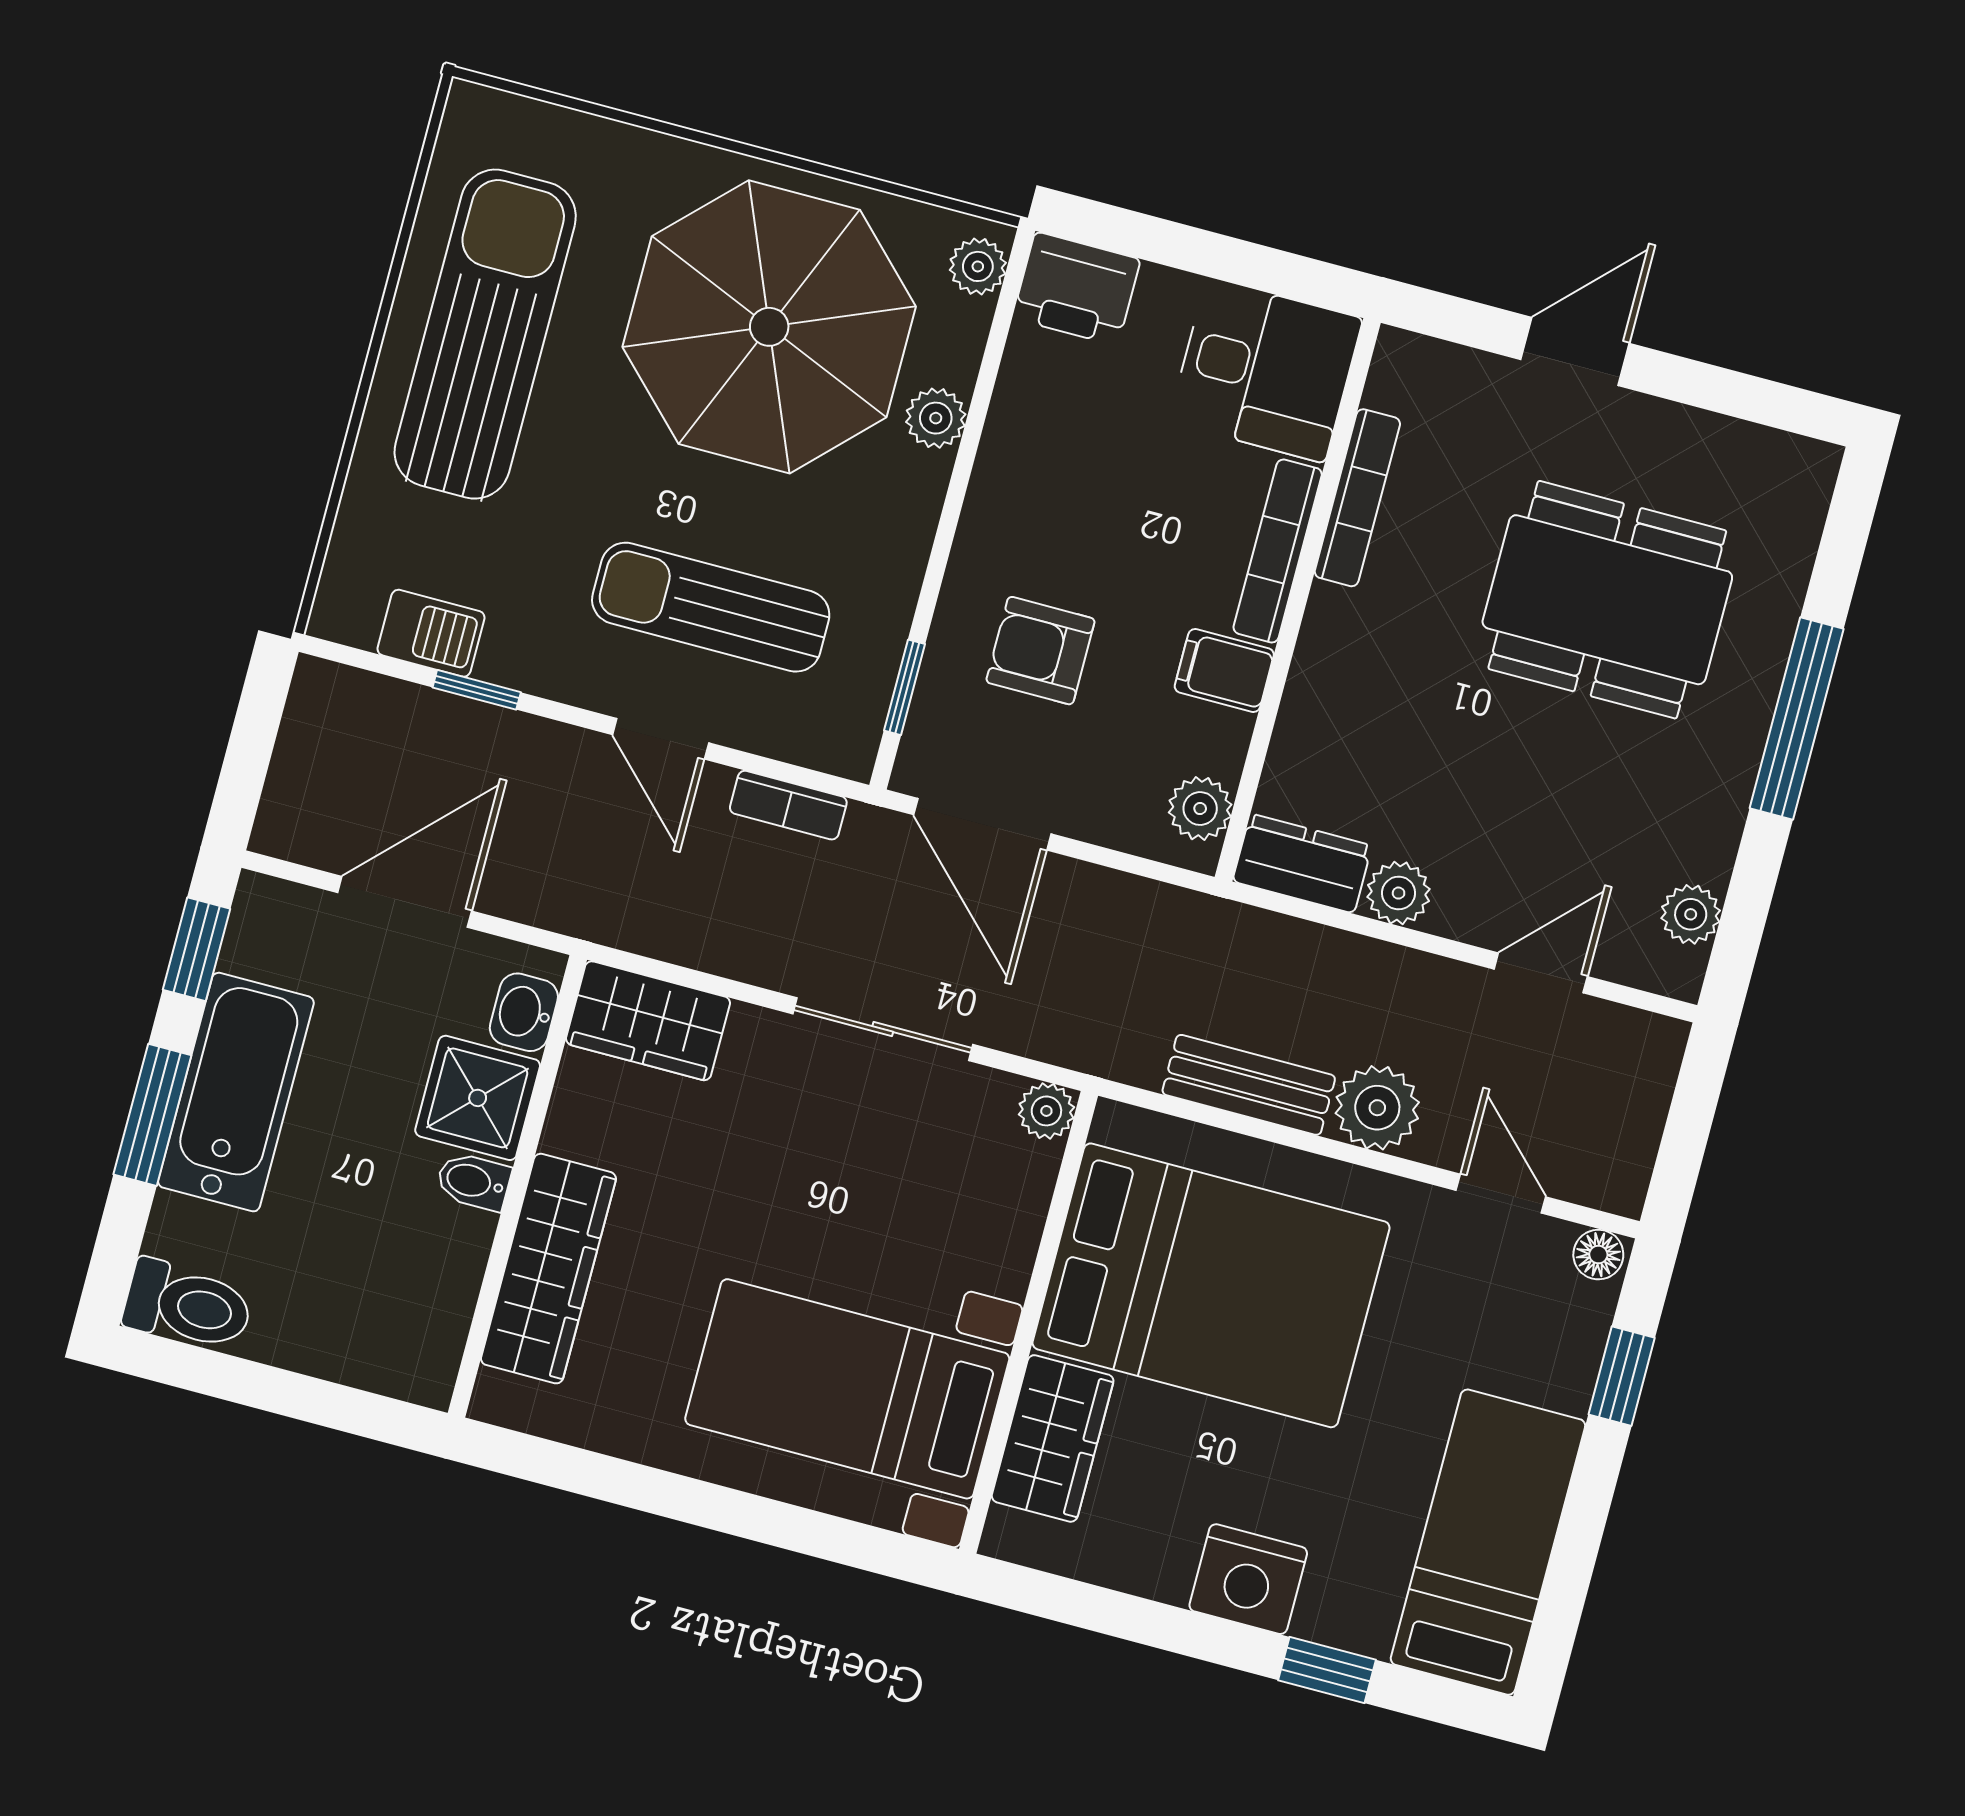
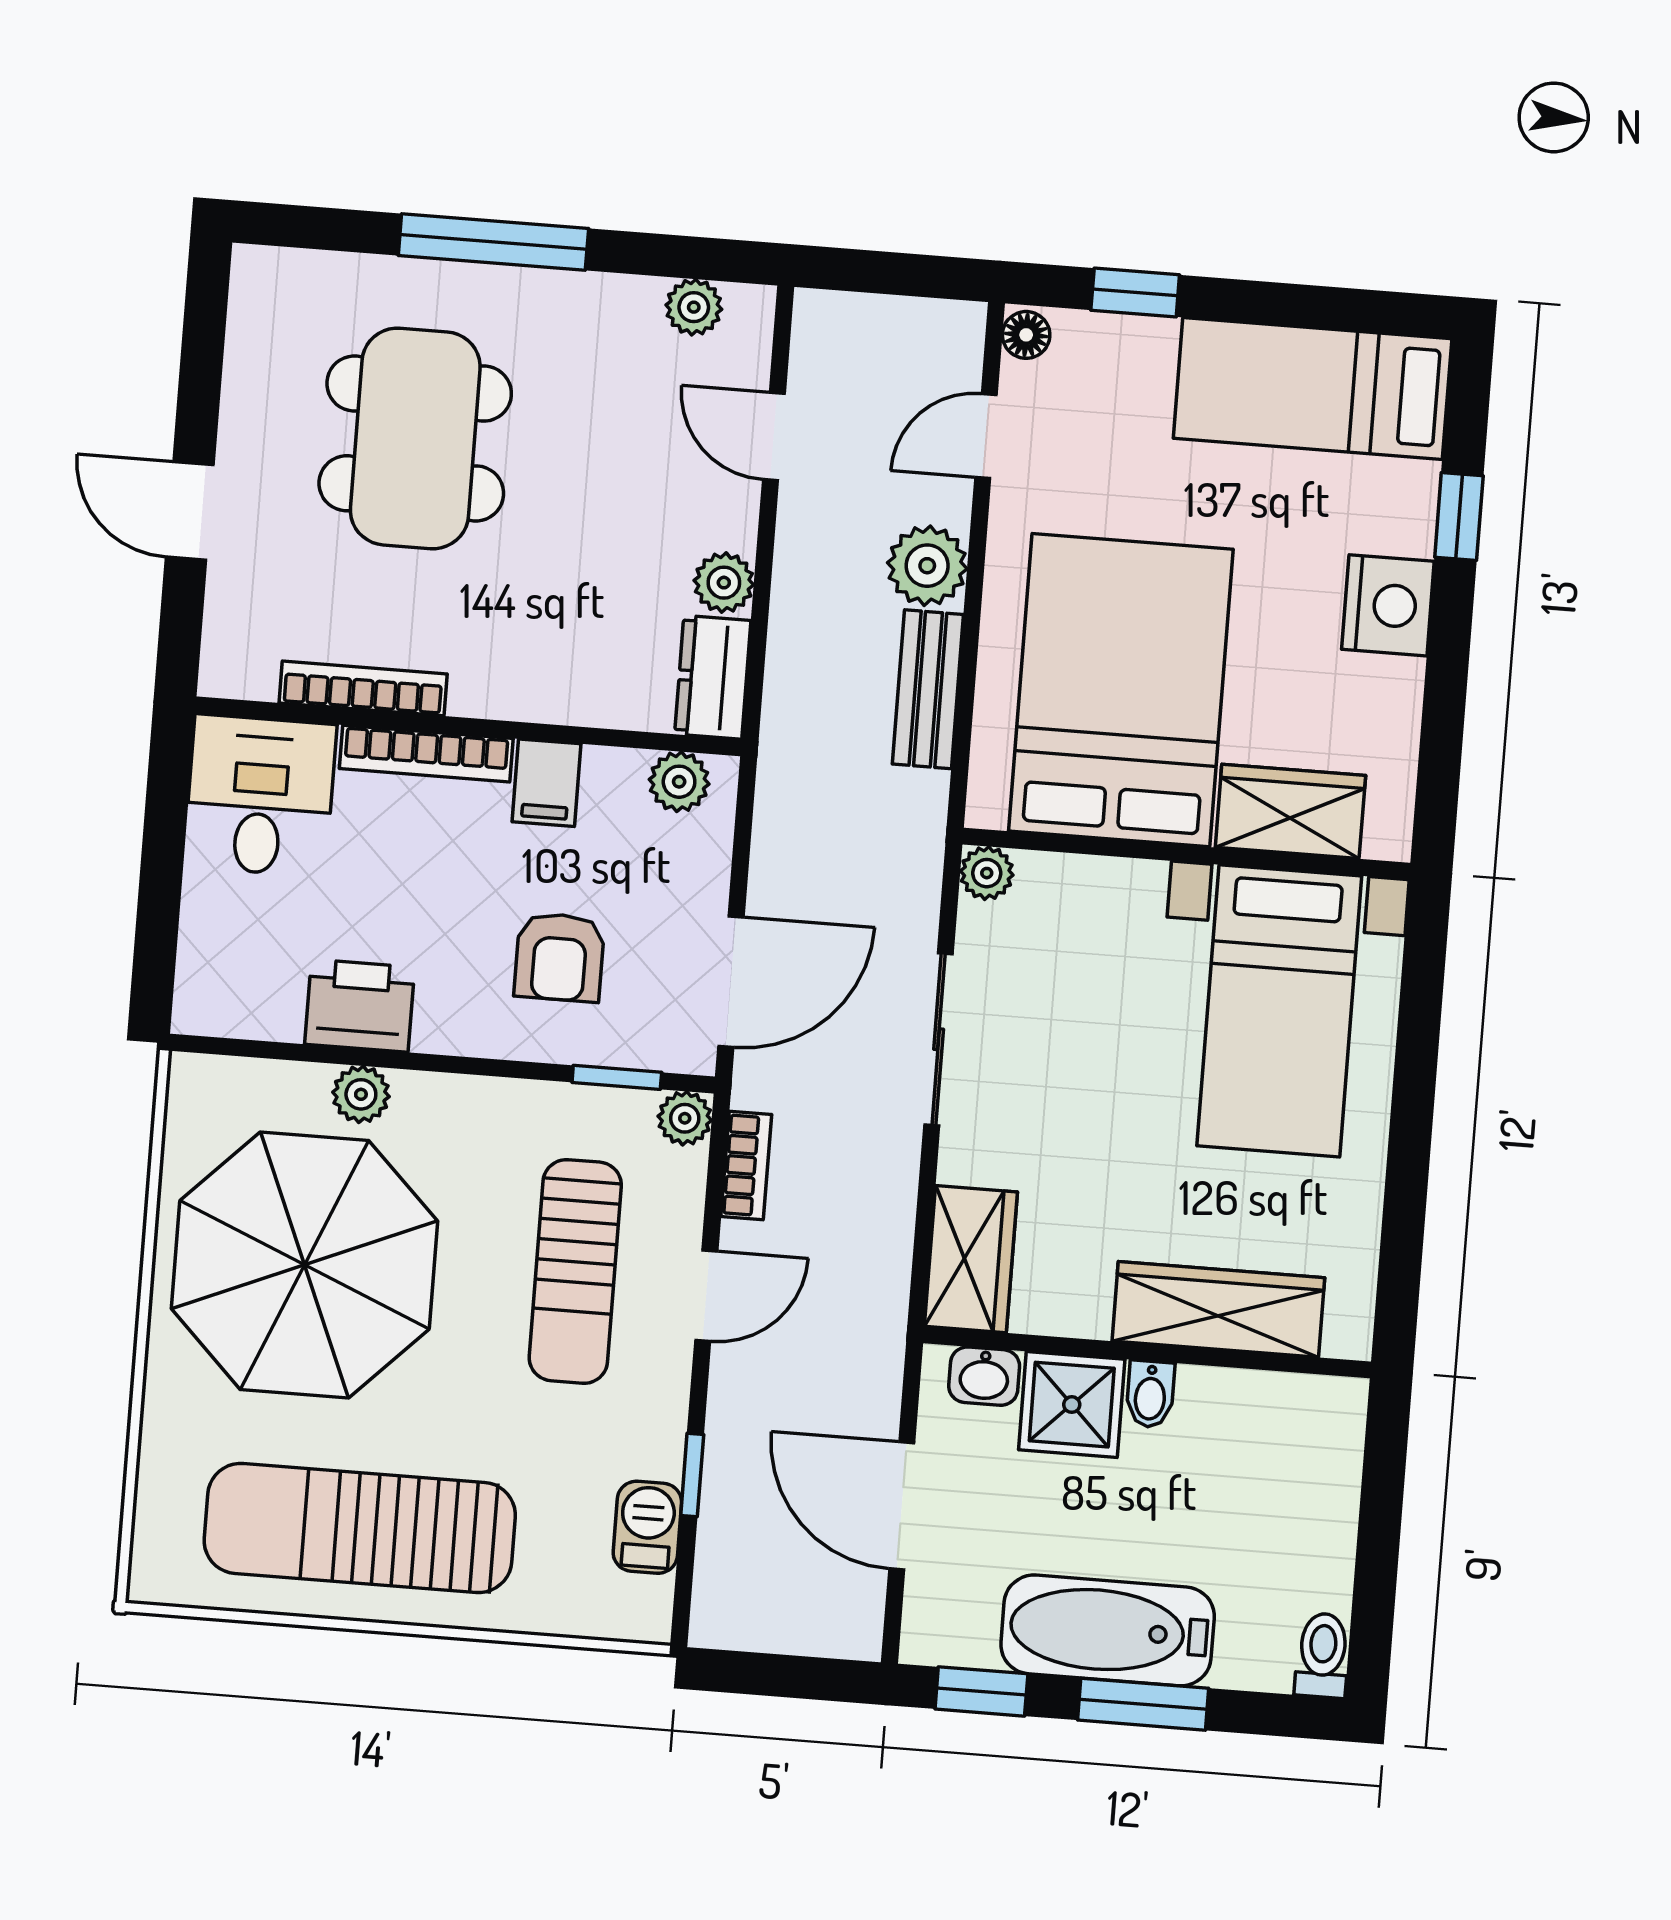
plant: (978, 266) -> (685, 1118), moved
printer: (1076, 289) -> (360, 1006), moved, turned -90
toilet: (188, 1305) -> (1323, 1655), width x0.73, depth x0.72

